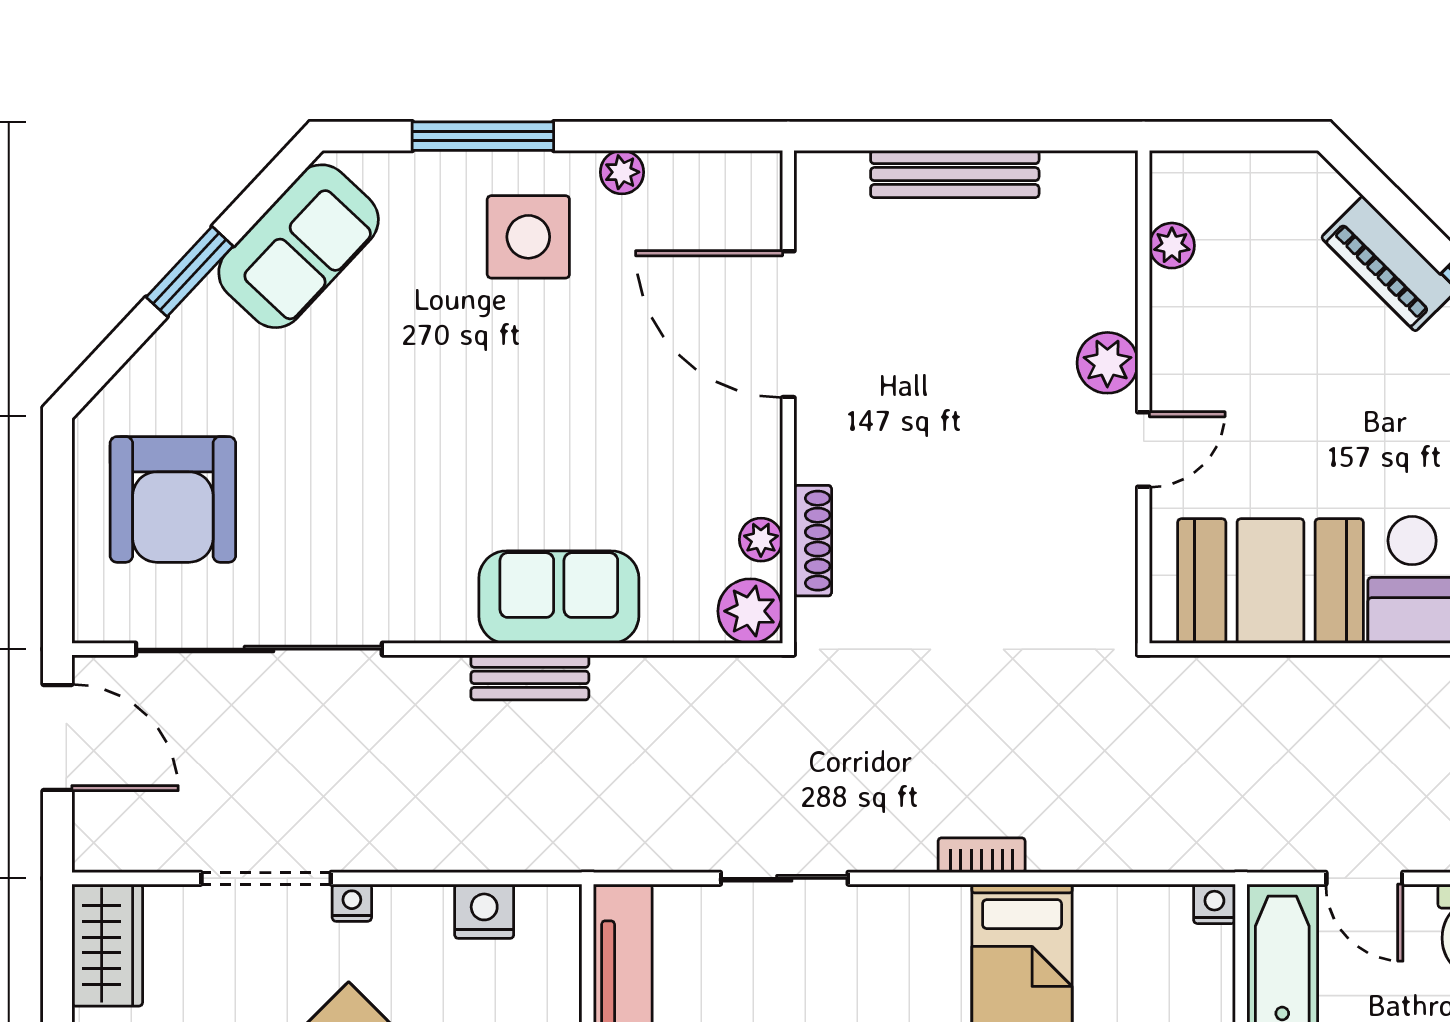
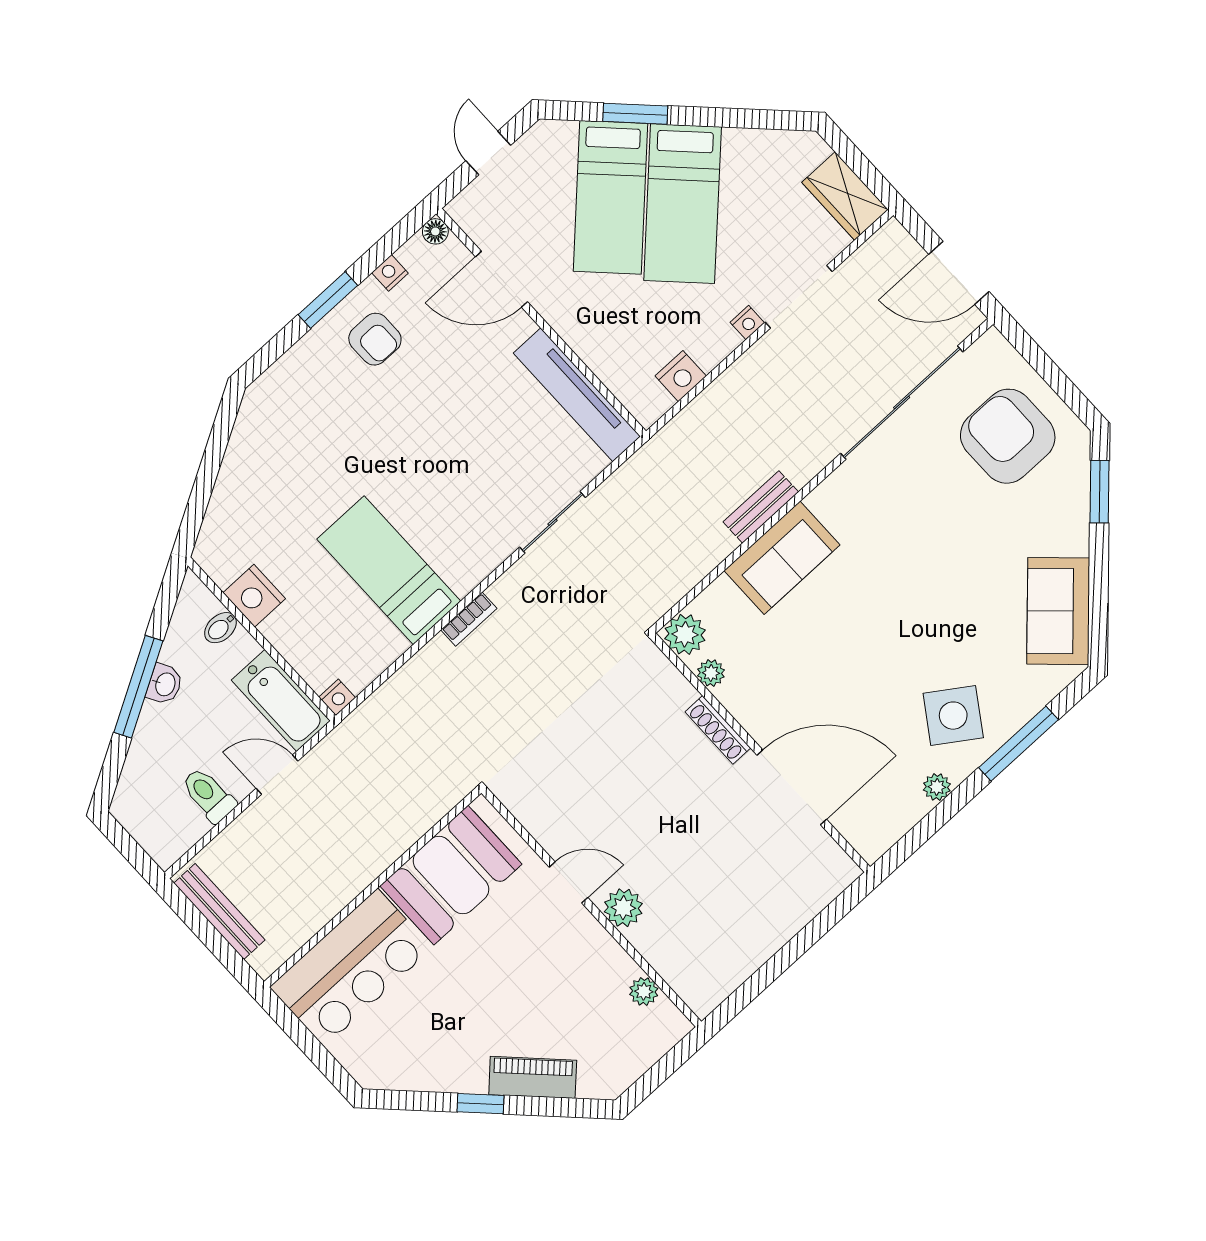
bench: (955, 174) -> (778, 931), removed
side table: (528, 237) -> (953, 716), turned 34
window: (190, 272) -> (1100, 492), moved
door: (1144, 450) -> (568, 882), swing flipped
shoe rack: (813, 541) -> (718, 730), moved

